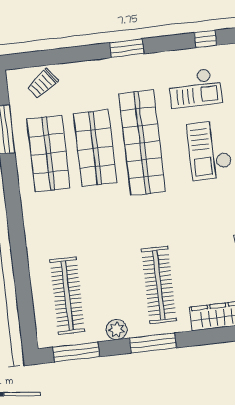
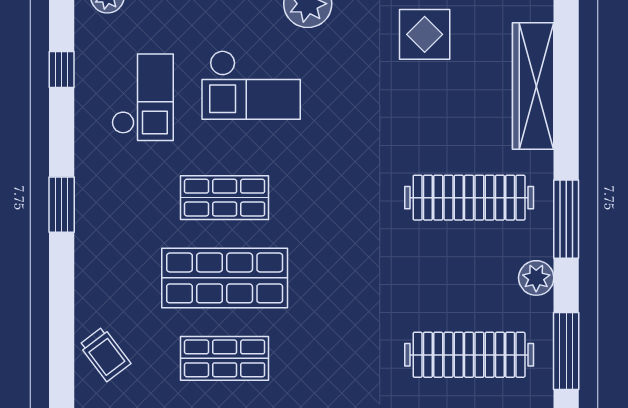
shop shelf: (142, 143) -> (225, 198), width x0.50, depth x0.74
shop shelf: (48, 154) -> (225, 358), width x0.70, depth x0.74

